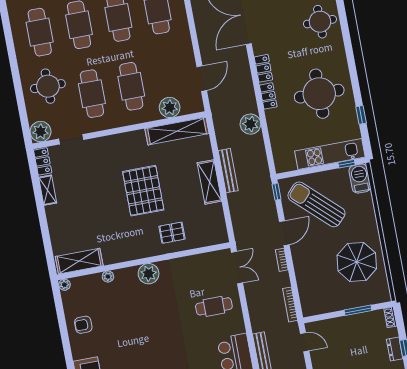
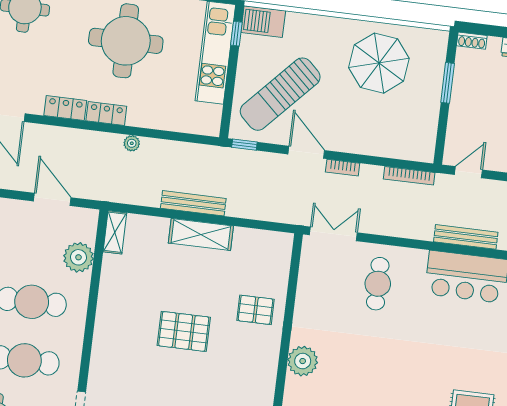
plant: (250, 124) -> (132, 143), width x0.53, depth x0.53
shelving: (177, 131) -> (115, 232), width x0.45, depth x0.75
pallet: (143, 191) -> (184, 331), width x0.73, depth x0.71
pallet: (172, 233) -> (256, 310), turned 90

